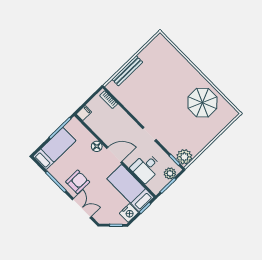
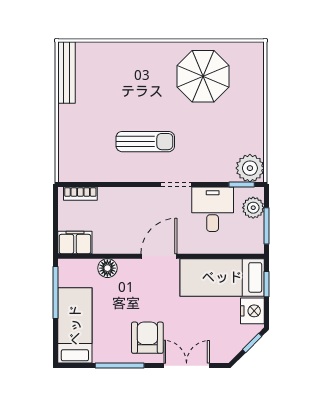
bench: (127, 71) -> (67, 73), moved
sun lounger: (154, 105) -> (145, 142), added
filing cabinet: (84, 113) -> (75, 242), width x2.00
floor lamp: (97, 146) -> (107, 268), moved
desk: (146, 168) -> (213, 209), moved, turned 180

